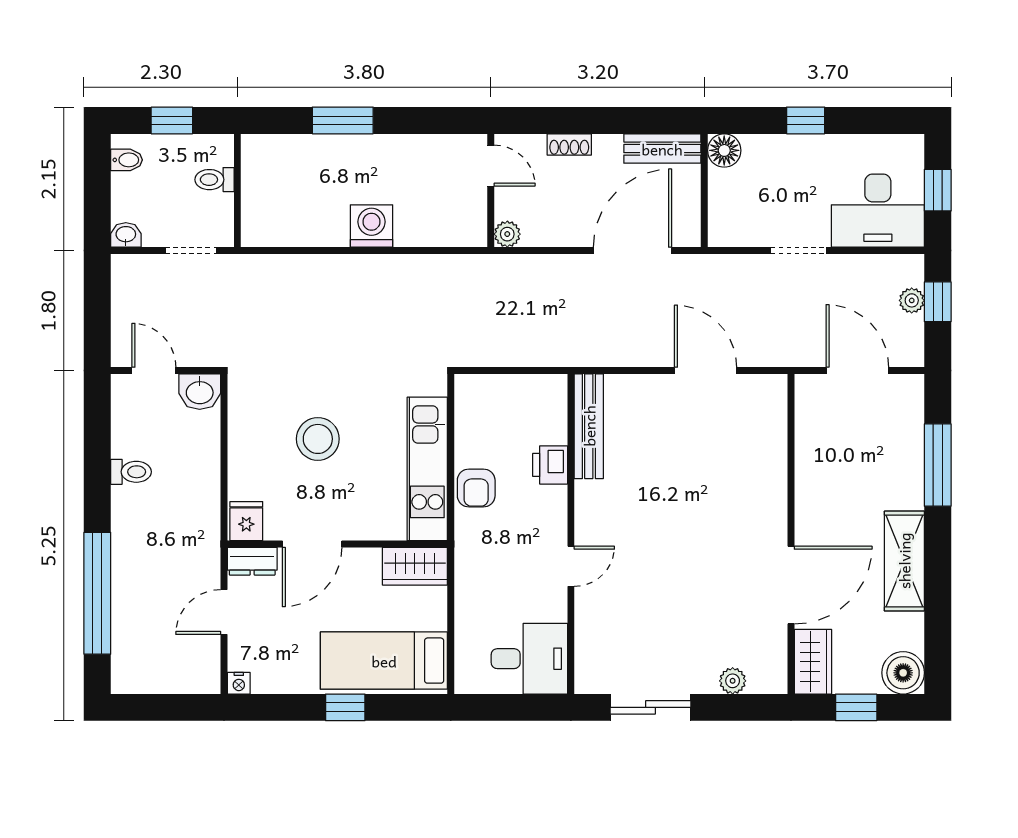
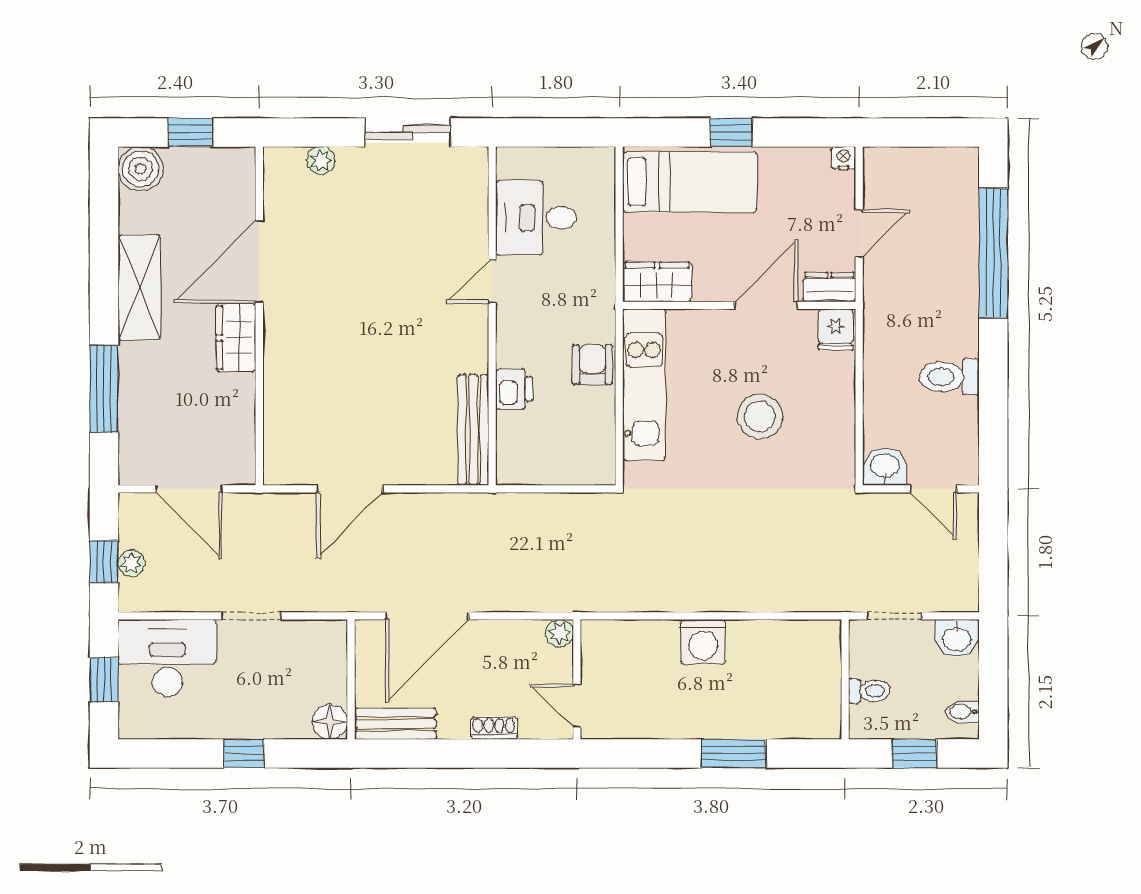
washbasin: (126, 235) -> (957, 638), width x1.38, depth x1.45
door: (706, 371) -> (350, 489), hinge flipped
toilet: (131, 472) -> (949, 377), width x1.37, depth x1.39
desk: (529, 659) -> (536, 218), moved
wardrobe: (813, 662) -> (236, 338), moved

